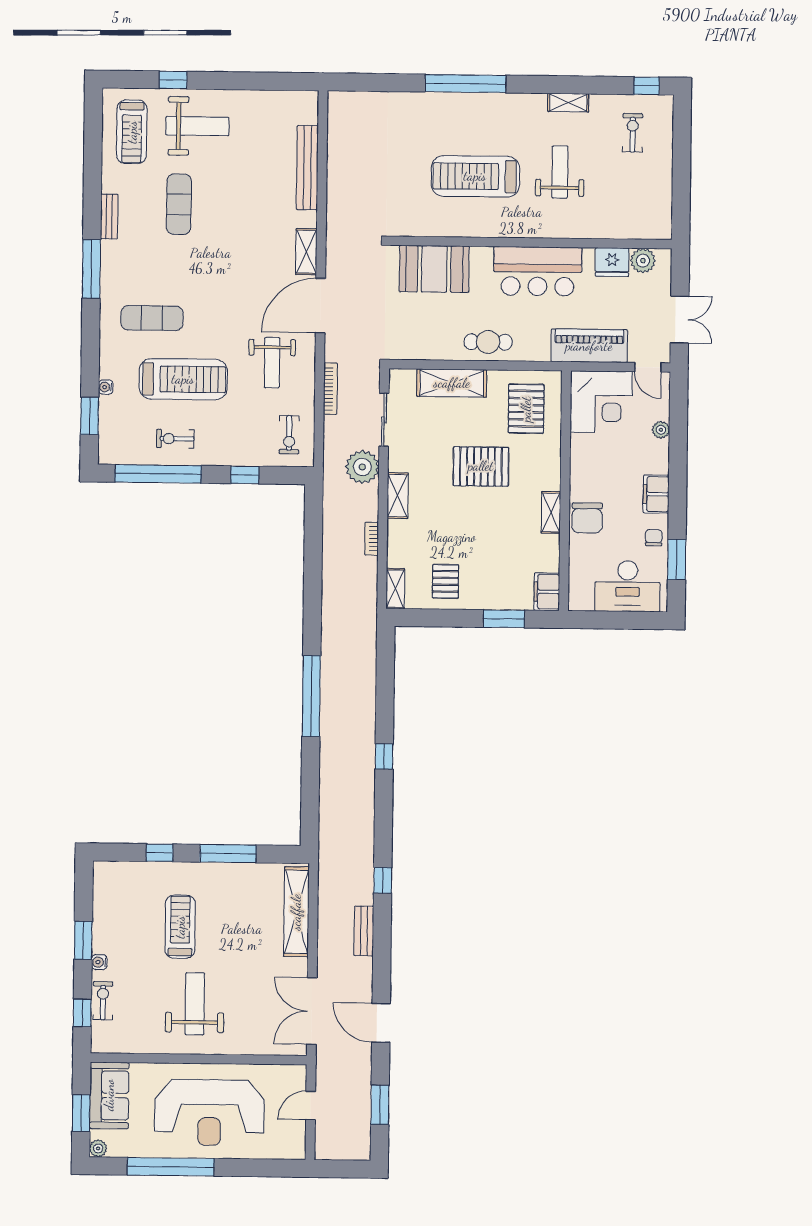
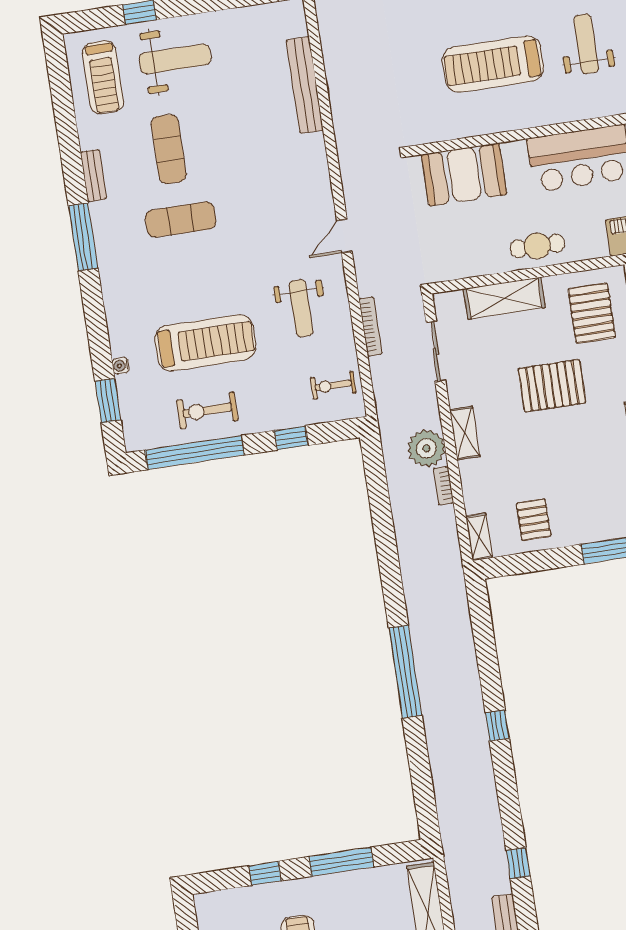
shelving: (306, 252) -> (319, 179), removed
door: (320, 306) -> (344, 236), width x0.53
exercise mat: (152, 318) -> (181, 220), moved
exercise bike: (289, 435) -> (333, 385), turned 90
exercise bike: (175, 439) -> (207, 410), width x1.38, depth x1.39
plant: (362, 467) -> (426, 448), moved

